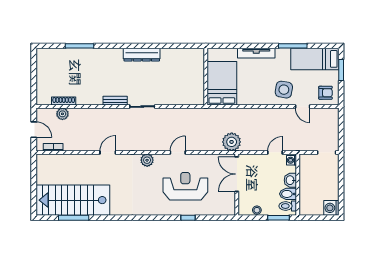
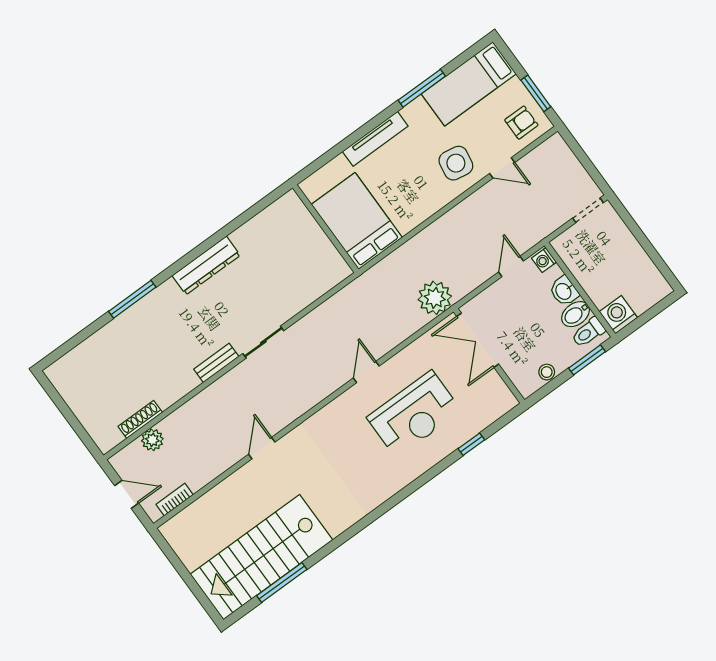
window: (79, 46) -> (132, 299), moved
window: (341, 70) -> (536, 93), moved
plant: (147, 160) -> (329, 417), removed
reception desk: (185, 186) -> (414, 414), turned 180
washing machine: (331, 208) -> (618, 315), moved, turned 90
window: (188, 218) -> (471, 444), moved

